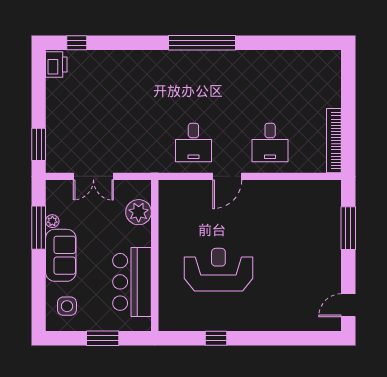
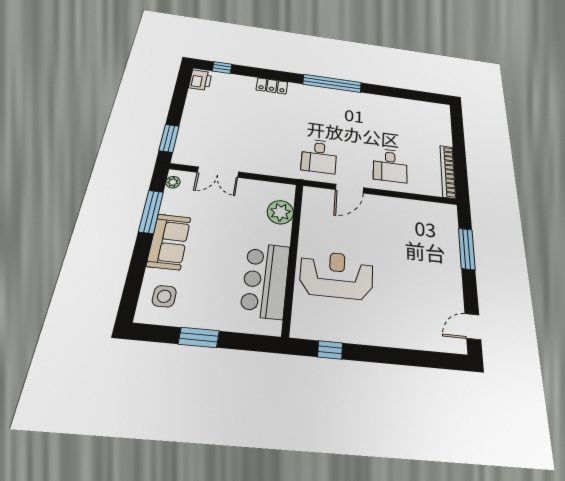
locker: (135, 59) -> (272, 86), added
plant: (139, 212) -> (280, 212), moved
plant: (52, 221) -> (173, 182), moved
wall: (155, 256) -> (293, 256), moved
bar counter: (132, 282) -> (266, 280), moved

